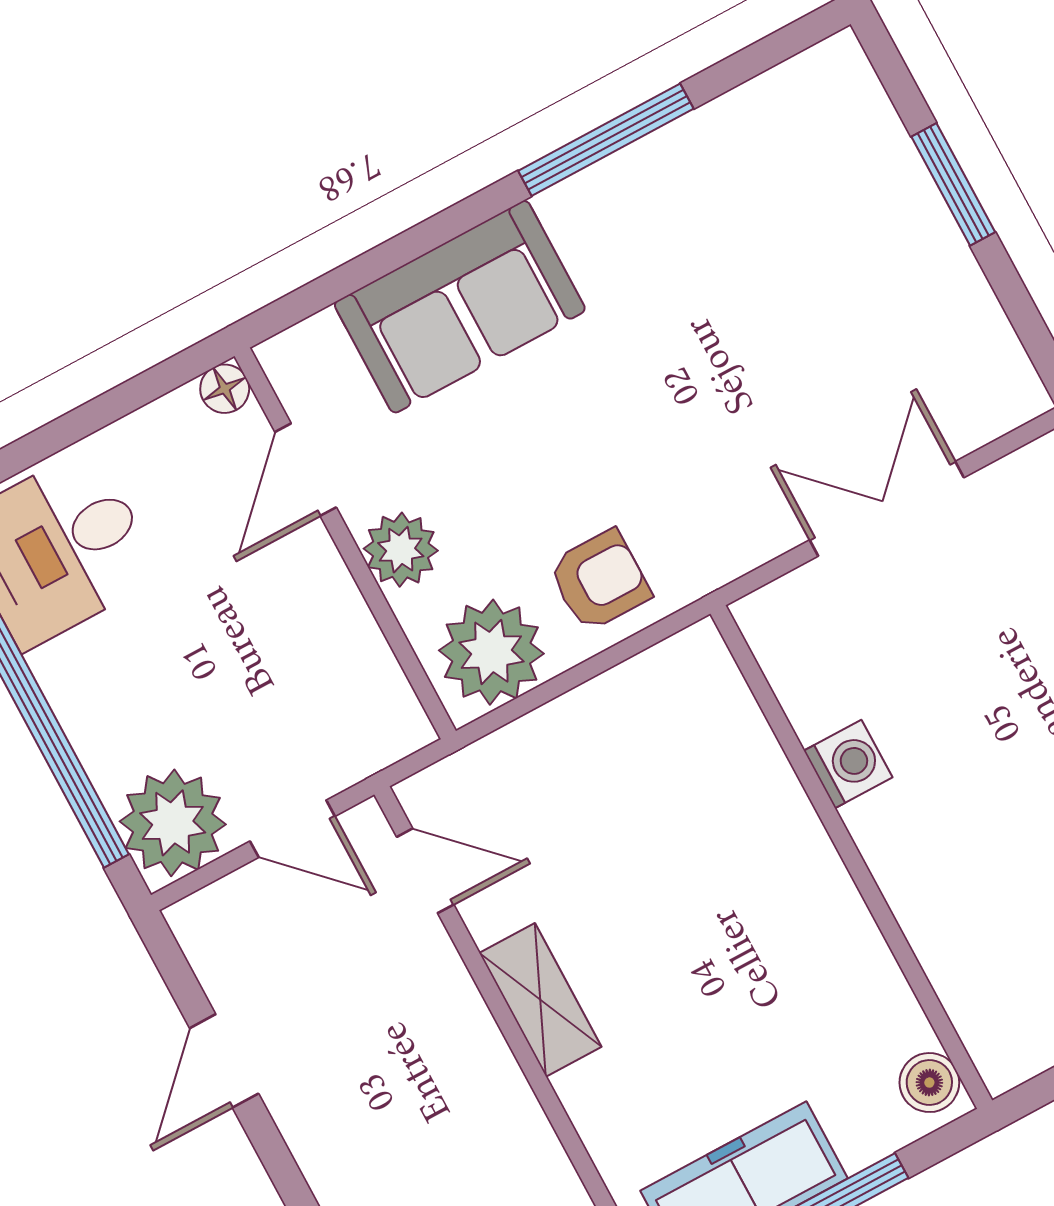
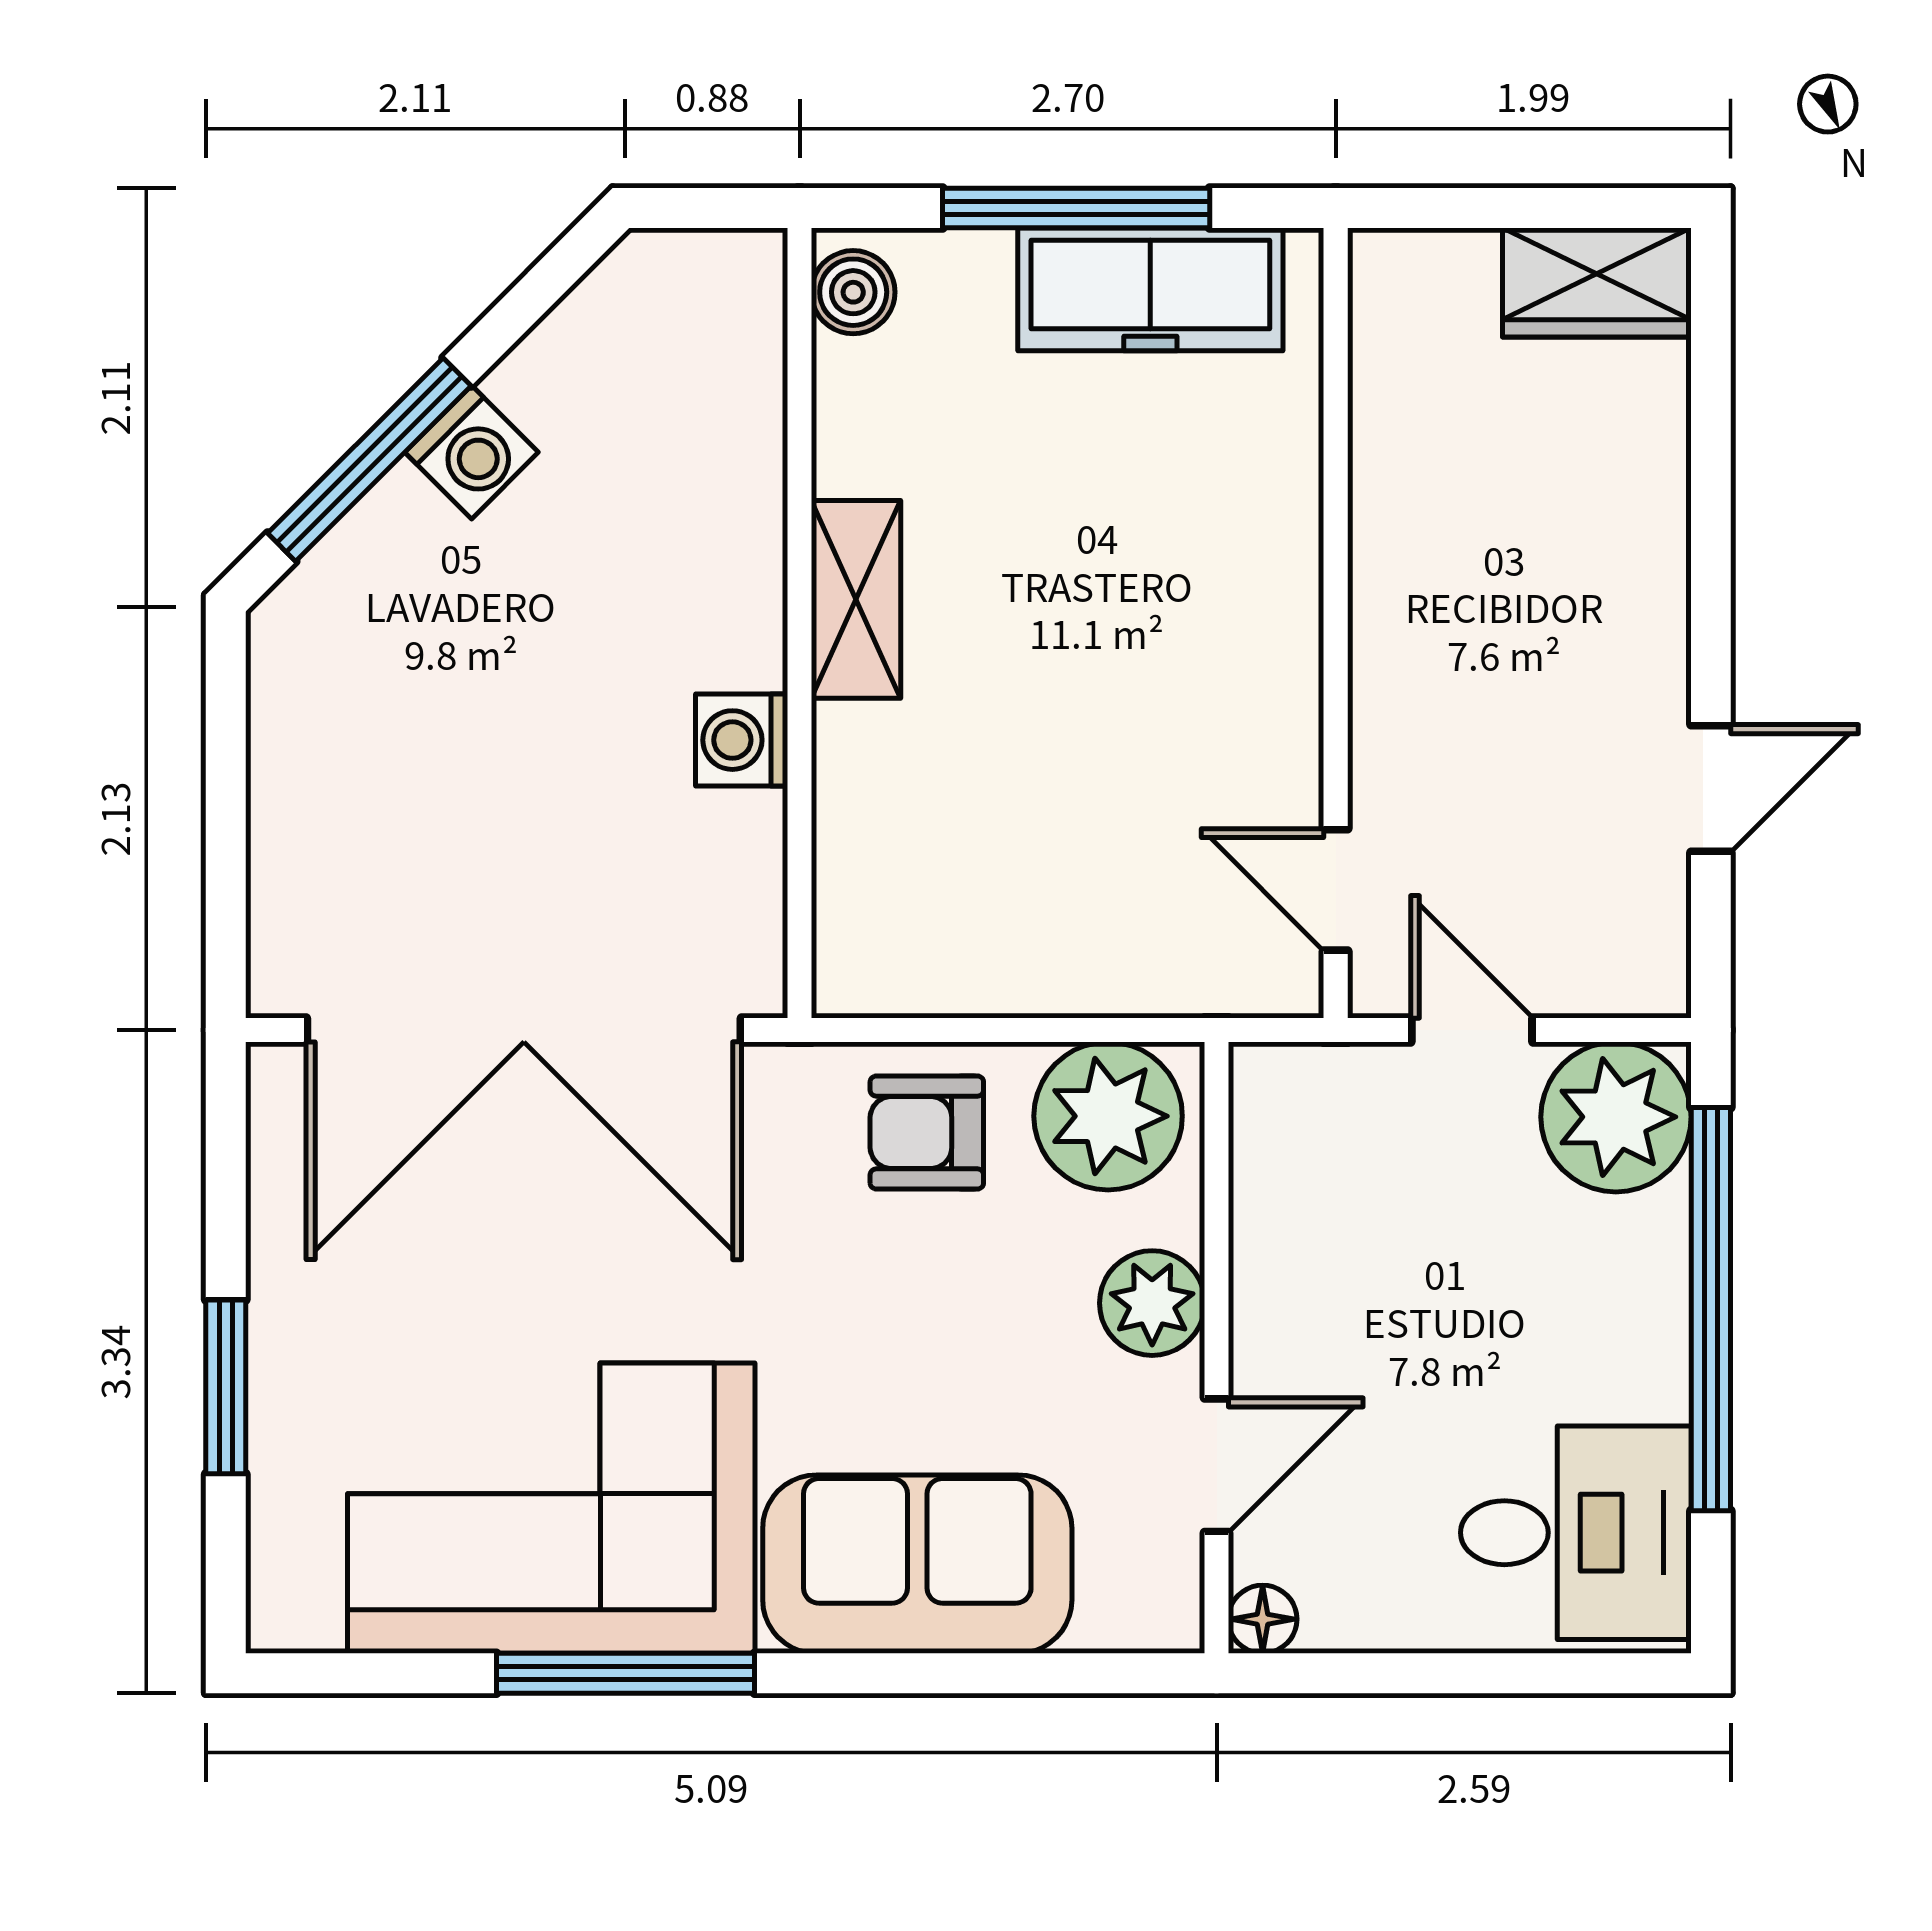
corner sofa: (708, 218) -> (551, 1508), added
double door: (887, 509) -> (524, 1030), width x1.87
shelving: (540, 1000) -> (856, 599), moved

